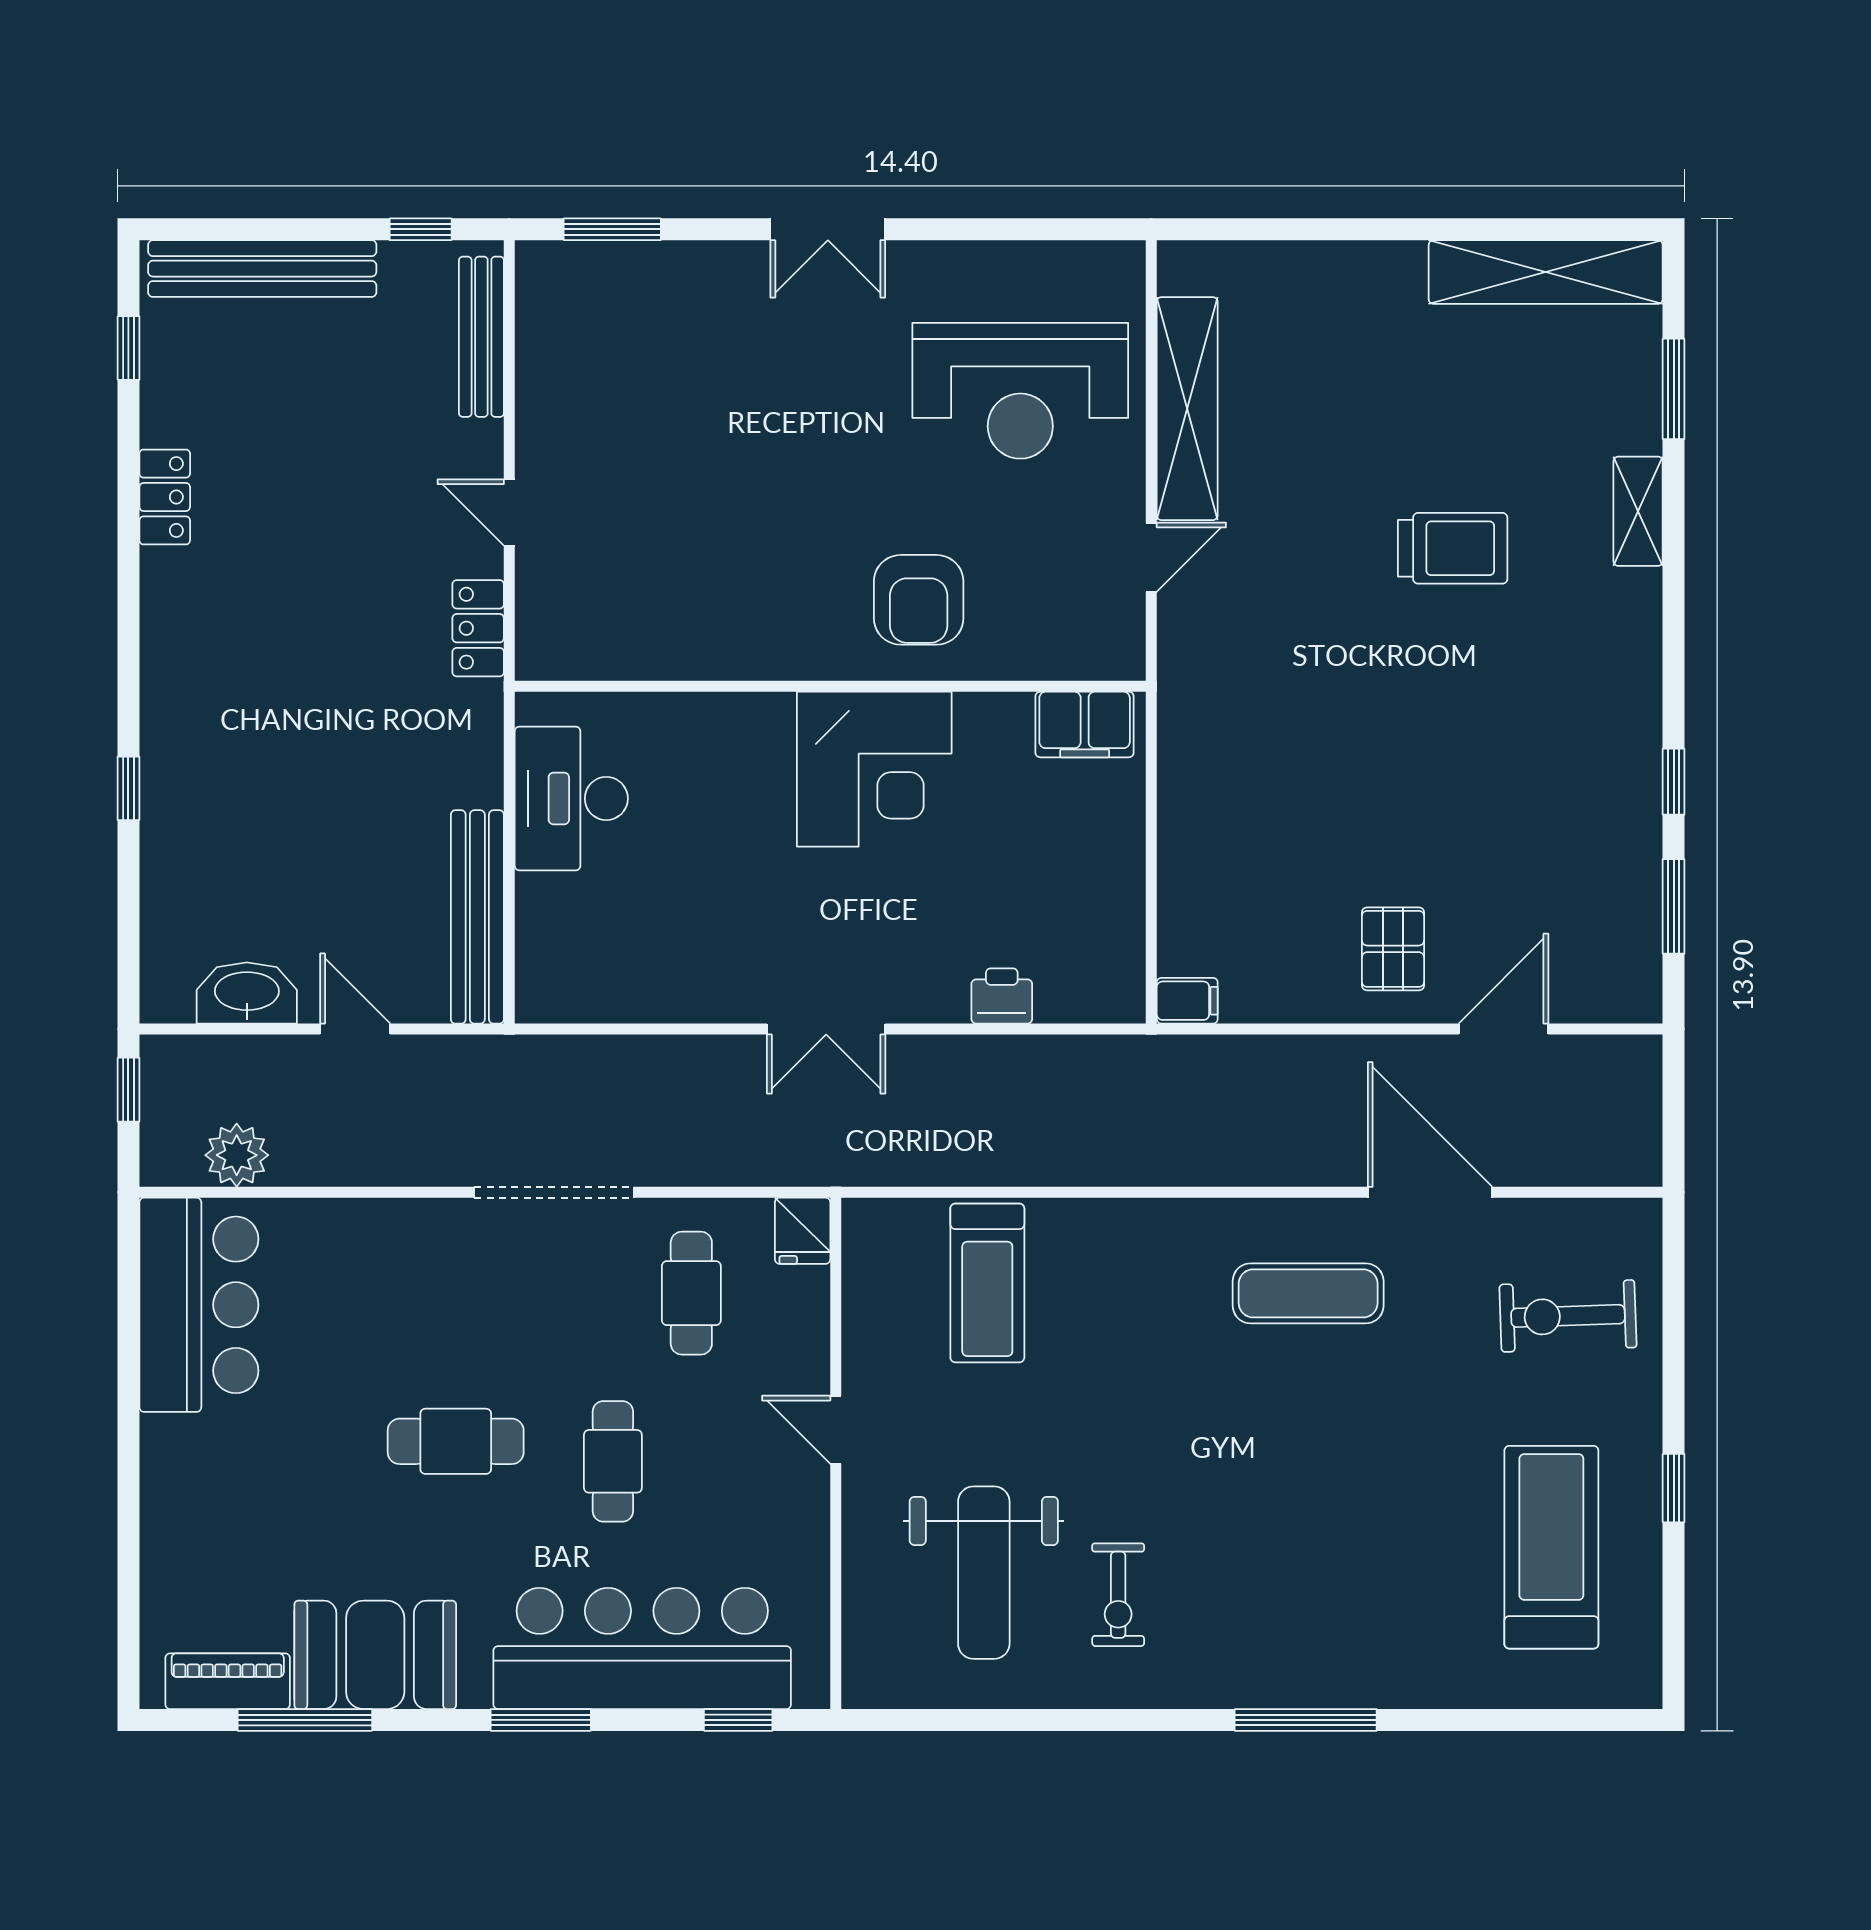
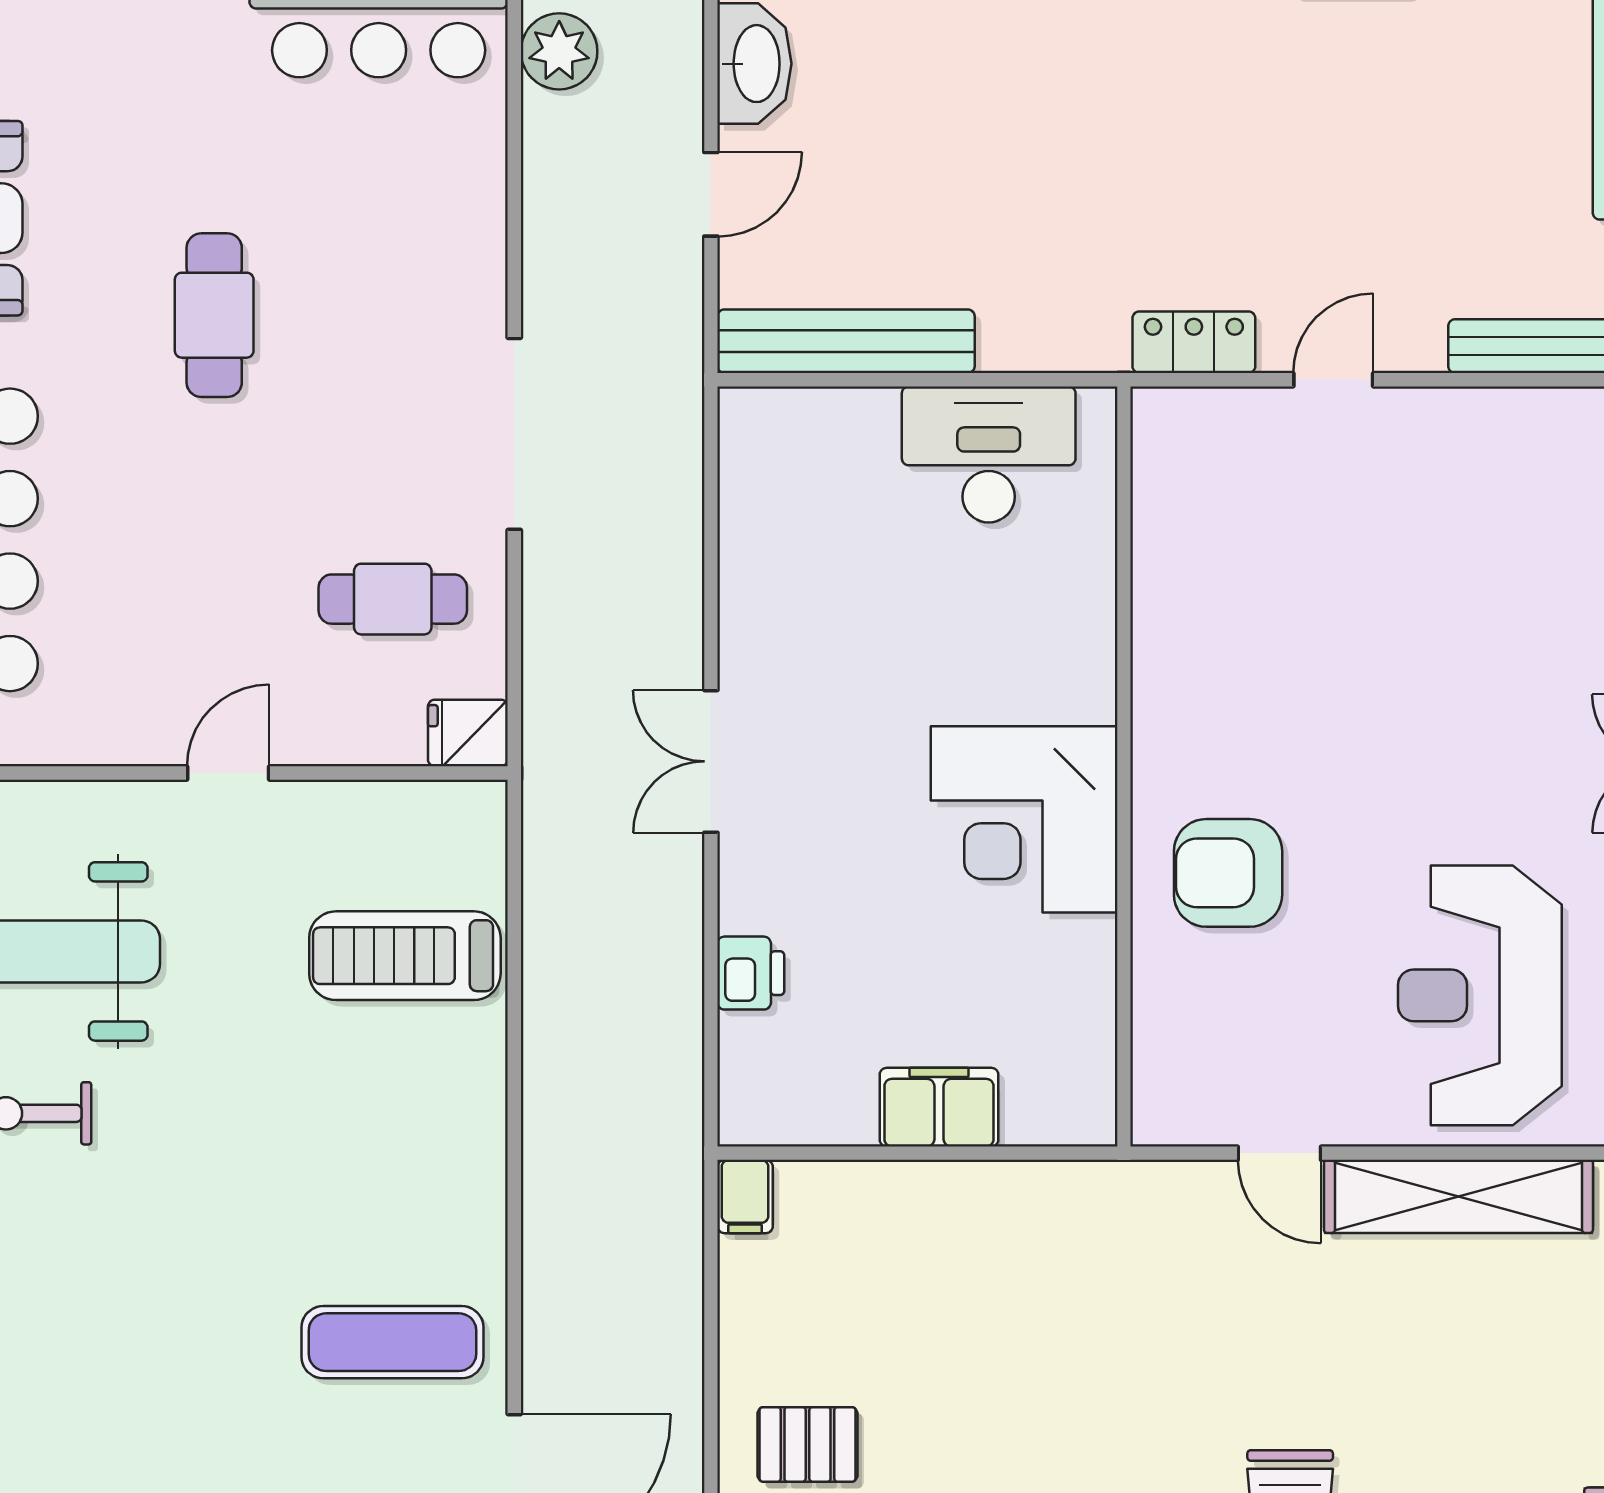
filing cabinet: (1085, 724) -> (939, 1107), moved, turned 90
exercise mat: (1308, 1293) -> (392, 1342), turned 90
cafe table: (613, 1461) -> (190, 505), removed

